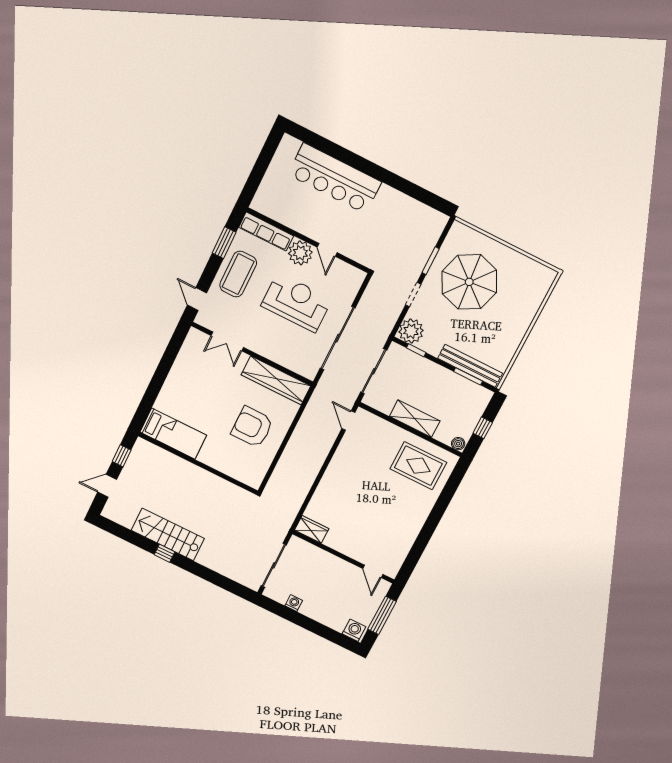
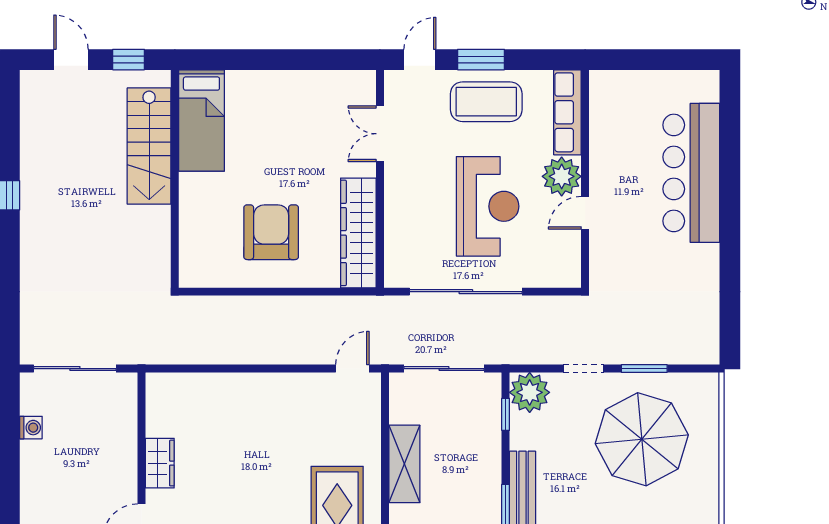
window: (224, 243) -> (481, 60), moved
wardrobe: (312, 529) -> (160, 463), moved
stairs: (168, 534) -> (149, 146), moved, turned 180

